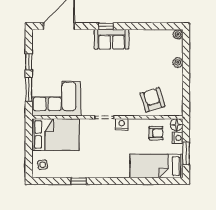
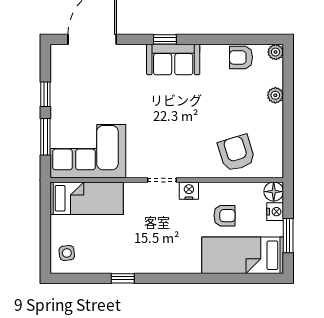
armchair: (155, 38) -> (241, 57), added
armchair: (156, 133) -> (225, 216), moved
bed: (55, 134) -> (87, 198), width x0.67

